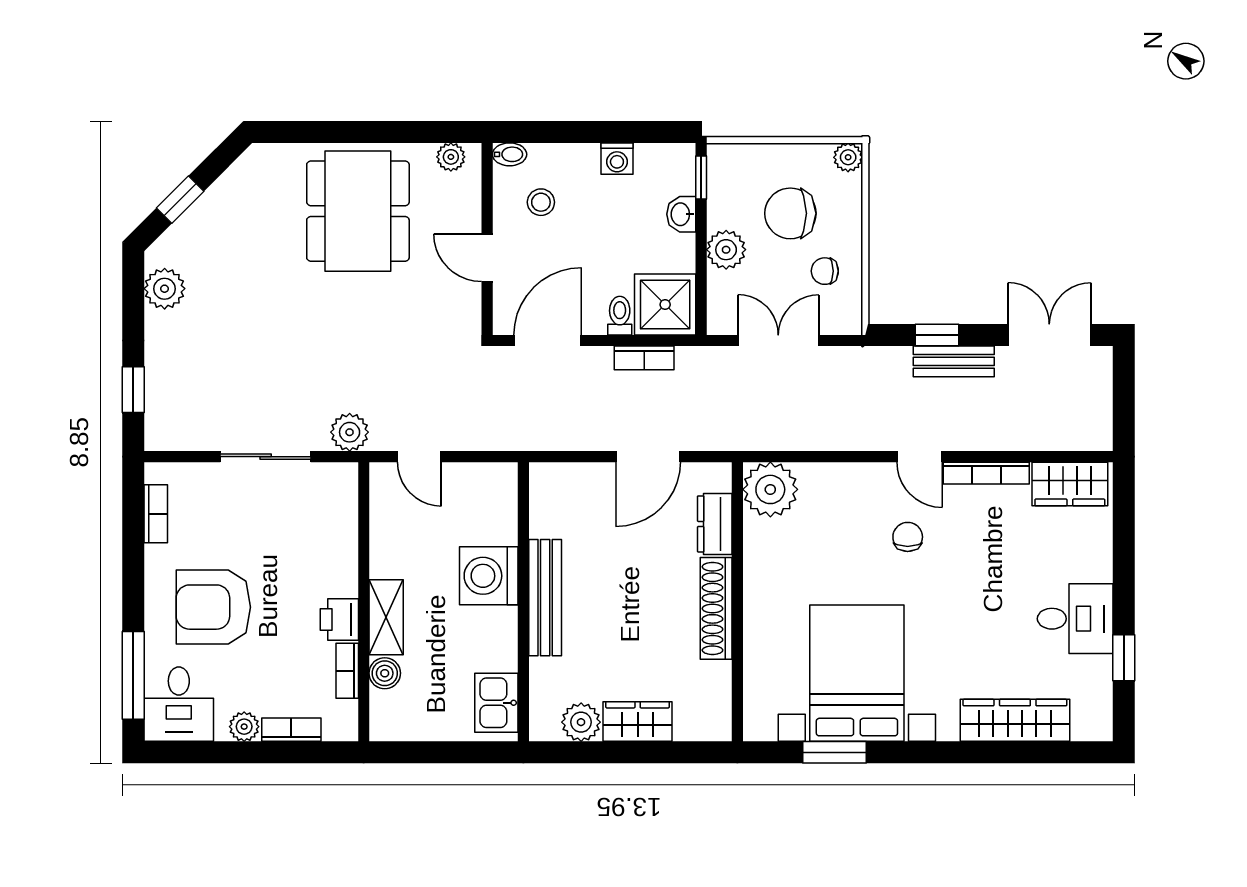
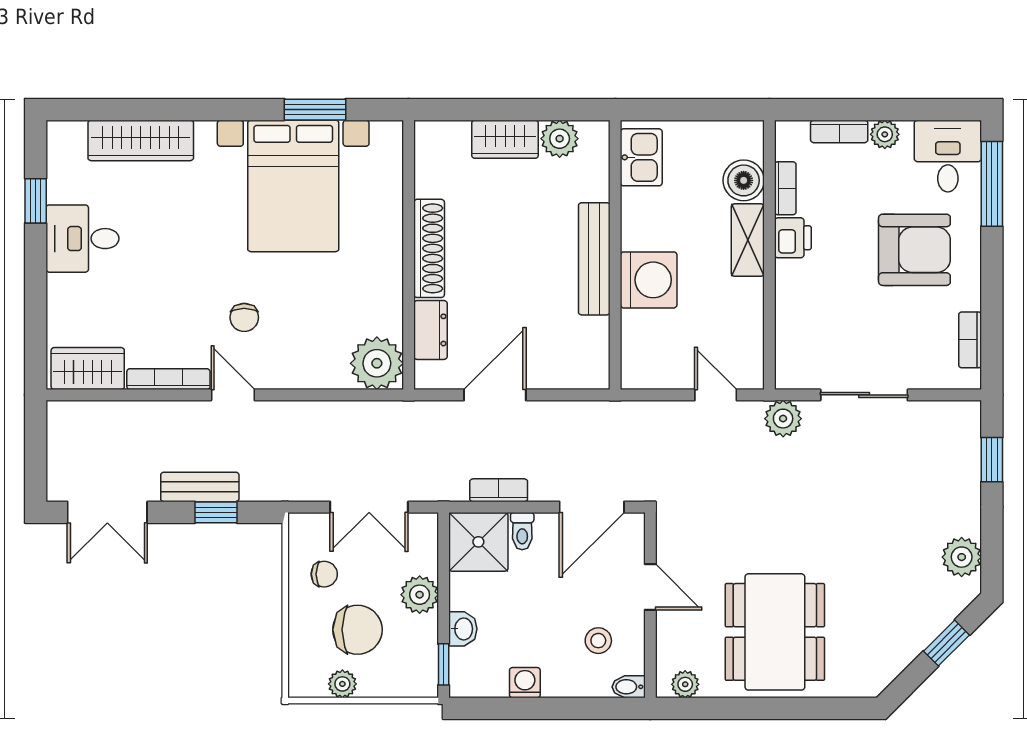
plant: (848, 157) -> (342, 684), moved
boiler: (385, 673) -> (744, 180), width x1.36, depth x1.36

